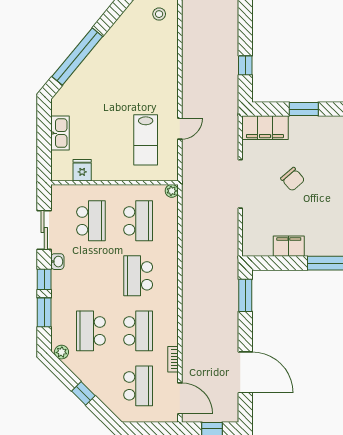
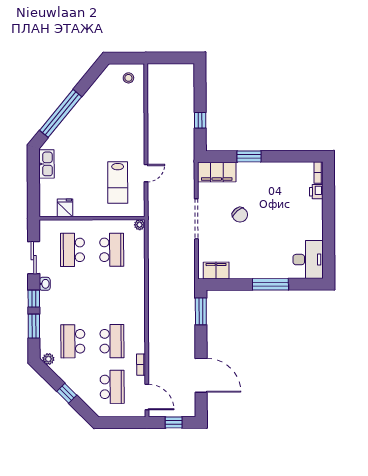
kitchen sink: (60, 133) -> (46, 164), moved
school desk: (91, 221) -> (72, 250), turned 180
filing cabinet: (289, 246) -> (216, 270), moved
school desk: (138, 276) -> (112, 295), removed

